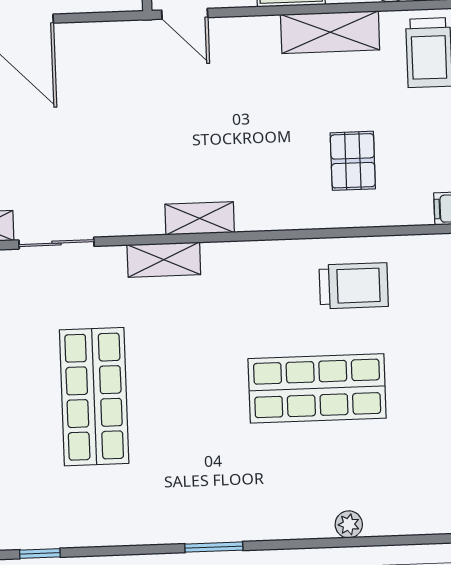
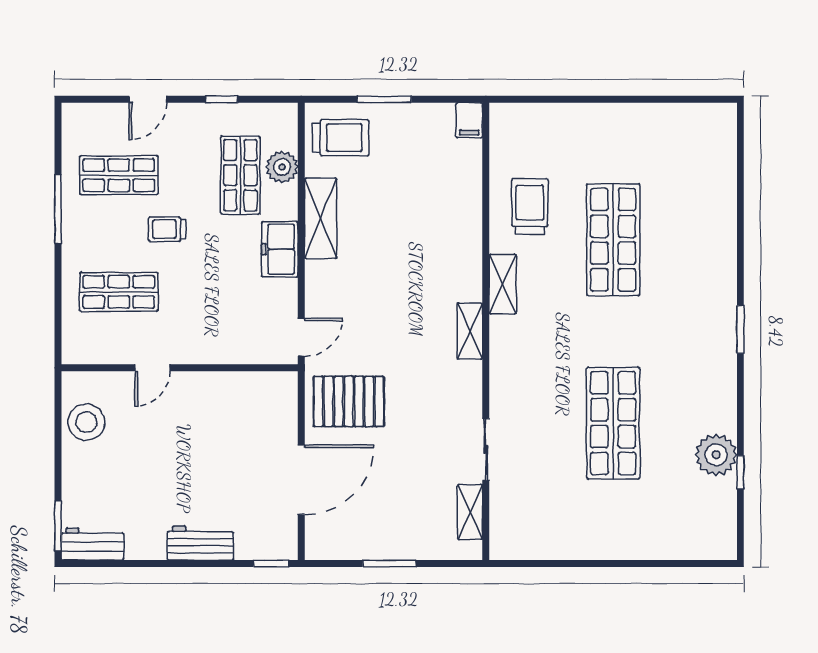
pallet: (353, 161) -> (349, 401), moved, width x1.50, depth x1.42
shelving: (164, 260) -> (503, 284), moved
shop shelf: (94, 397) -> (613, 423), turned 90
plant: (349, 524) -> (716, 455), moved, width x1.88, depth x1.88

